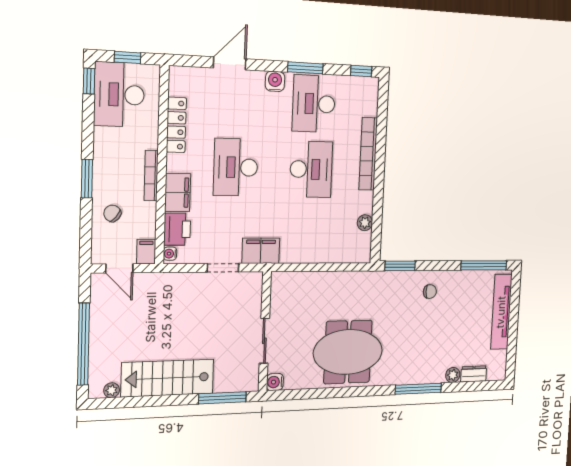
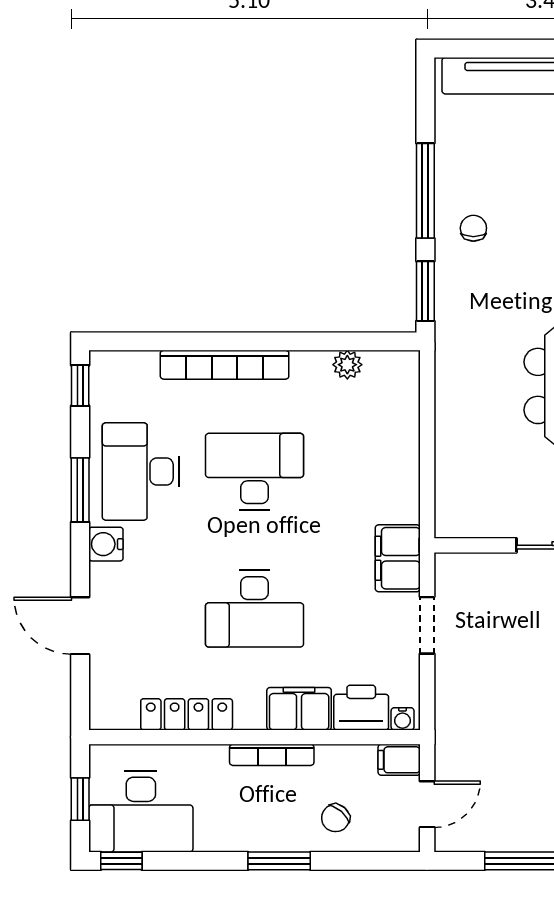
desk: (314, 104) -> (141, 471), turned 90
window: (484, 265) -> (425, 191), moved

